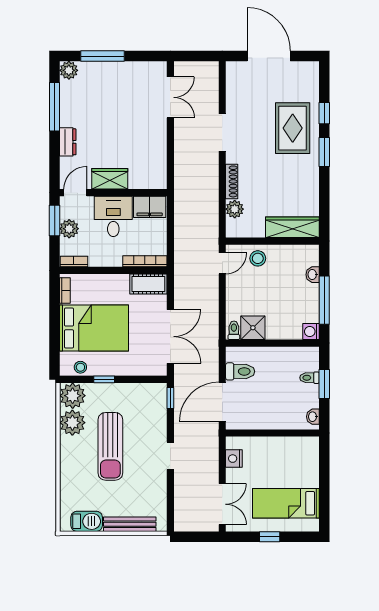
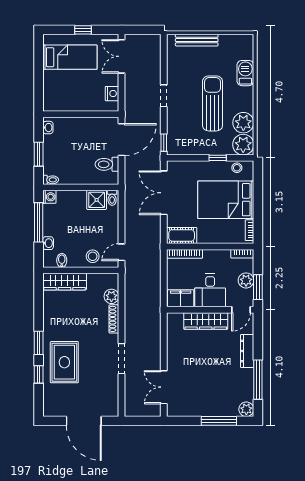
dresser: (68, 142) -> (247, 351), width x1.44
wardrobe: (110, 179) -> (206, 321), width x1.50
bidet: (296, 253) -> (62, 260), added
toilet: (310, 378) -> (51, 180), moved
barbecue: (87, 521) -> (245, 73), moved, turned 90

